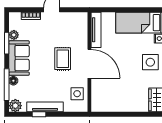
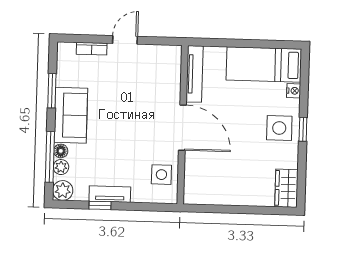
plant: (14, 35) -> (61, 167), moved
rug: (63, 59) -> (140, 118), removed
tv unit: (45, 107) -> (110, 194), width x0.71

